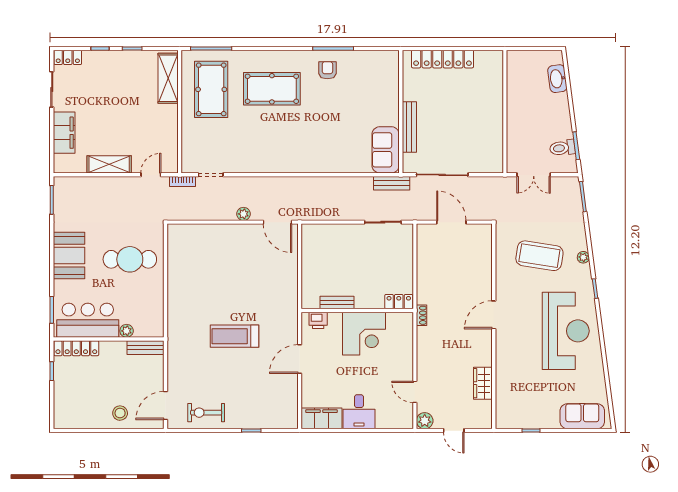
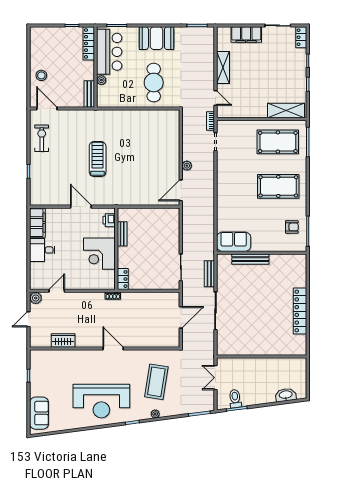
pool table: (272, 89) -> (278, 186), turned 90
wall: (401, 112) -> (262, 253), moved
bench: (409, 127) -> (250, 259), moved
sofa: (386, 150) -> (234, 242), moved

